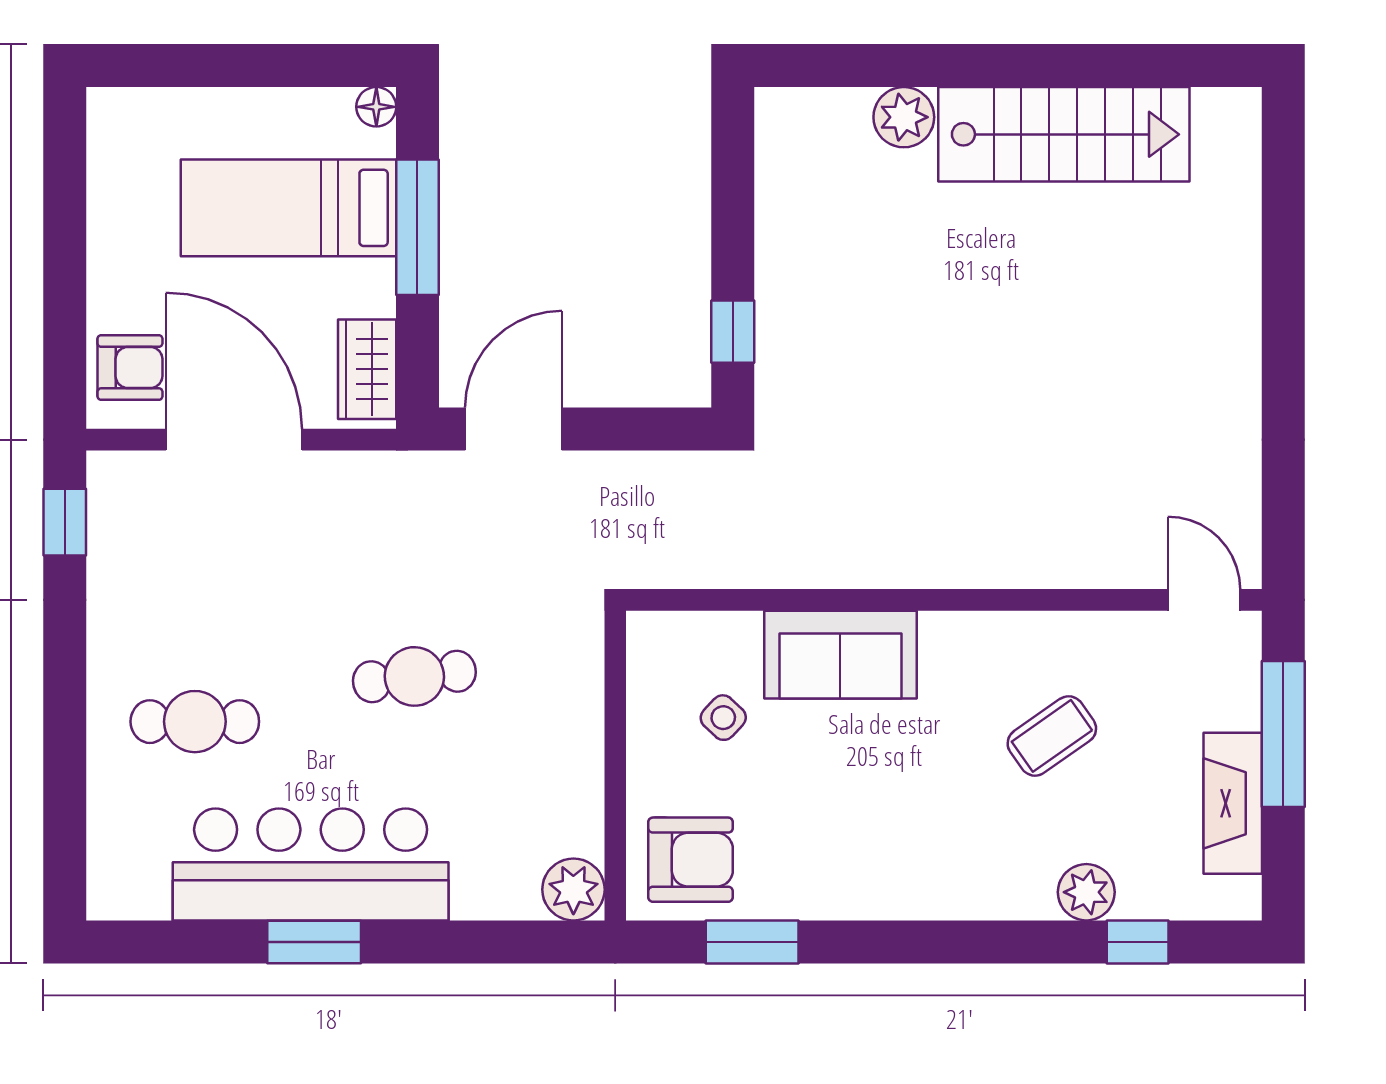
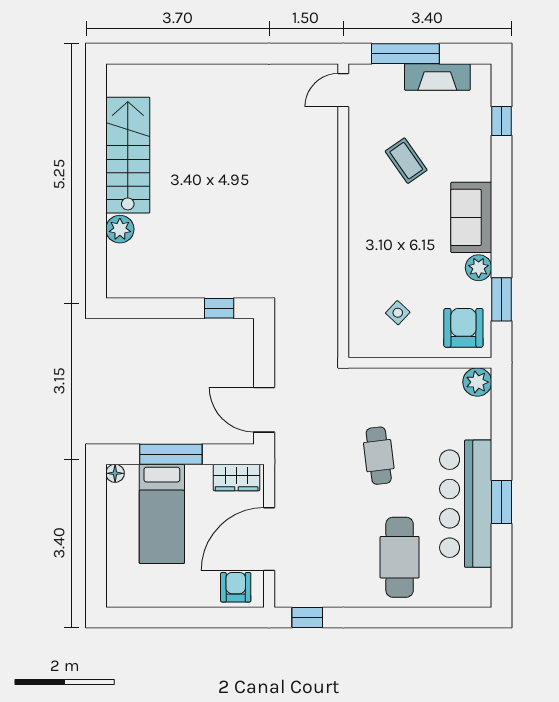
sofa: (840, 655) -> (471, 217), moved, turned 180
cafe table: (195, 722) -> (400, 557), width x1.37, depth x1.35
plant: (1086, 892) -> (479, 268), moved

